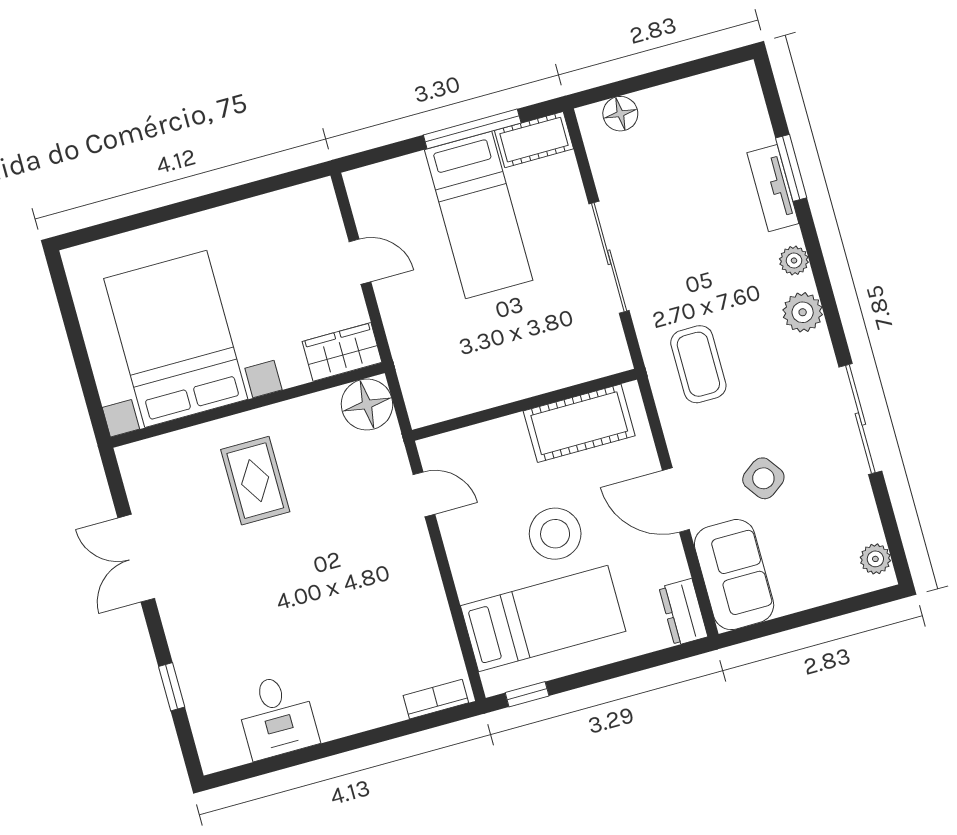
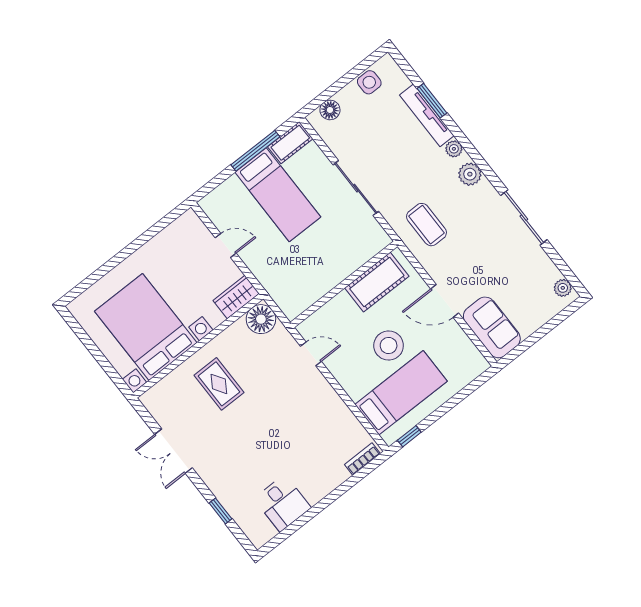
tv unit: (773, 188) -> (427, 115), width x1.41
side table: (763, 478) -> (369, 82), moved, turned 36
dresser: (683, 612) -> (473, 358), removed

